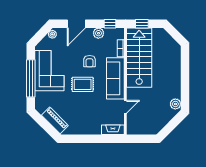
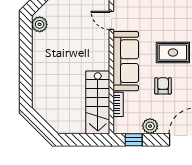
window: (142, 24) -> (88, 140), removed
stairs: (139, 58) -> (98, 102), width x0.73, depth x0.66
door: (125, 107) -> (111, 20), hinge flipped

